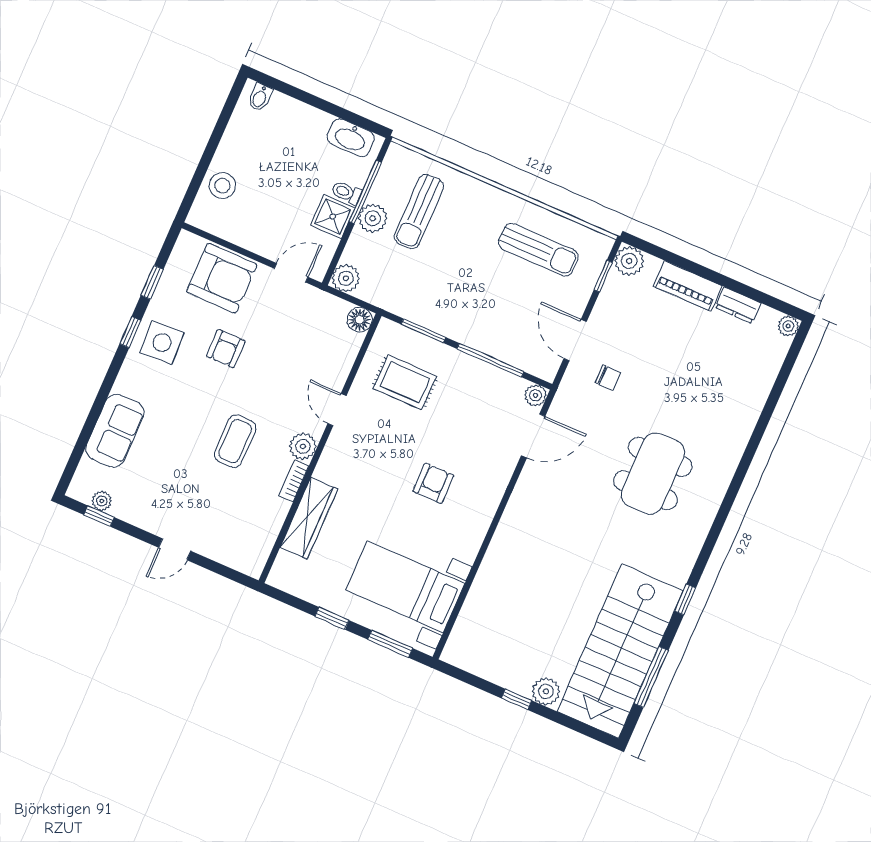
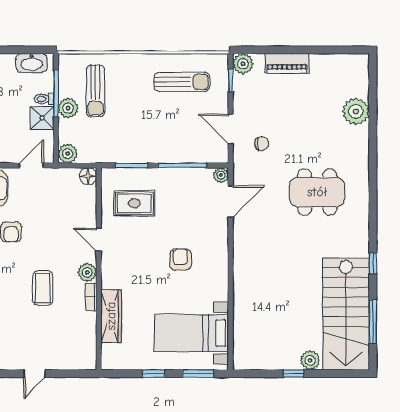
dresser: (738, 305) -> (324, 61), removed
plant: (788, 326) -> (356, 111), moved, width x1.88, depth x1.88
dining table: (653, 474) -> (317, 192), turned 90

